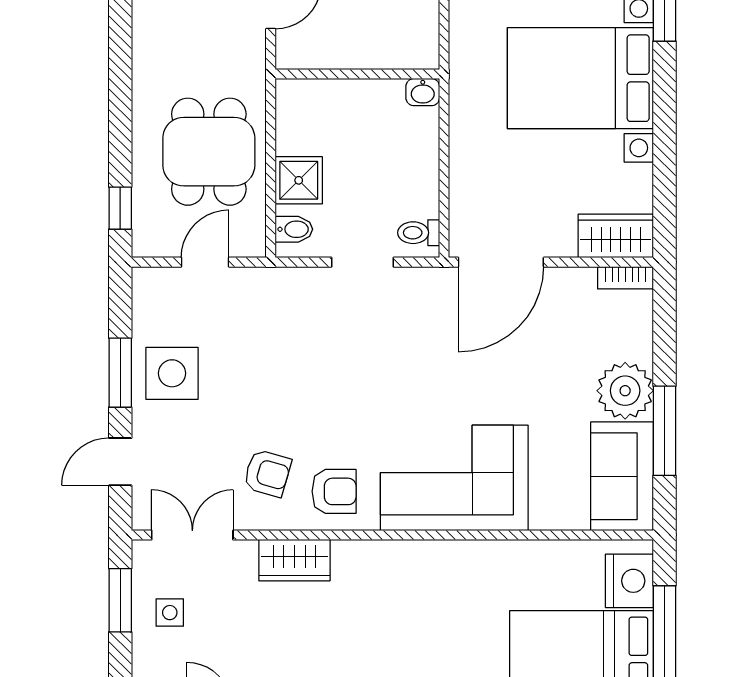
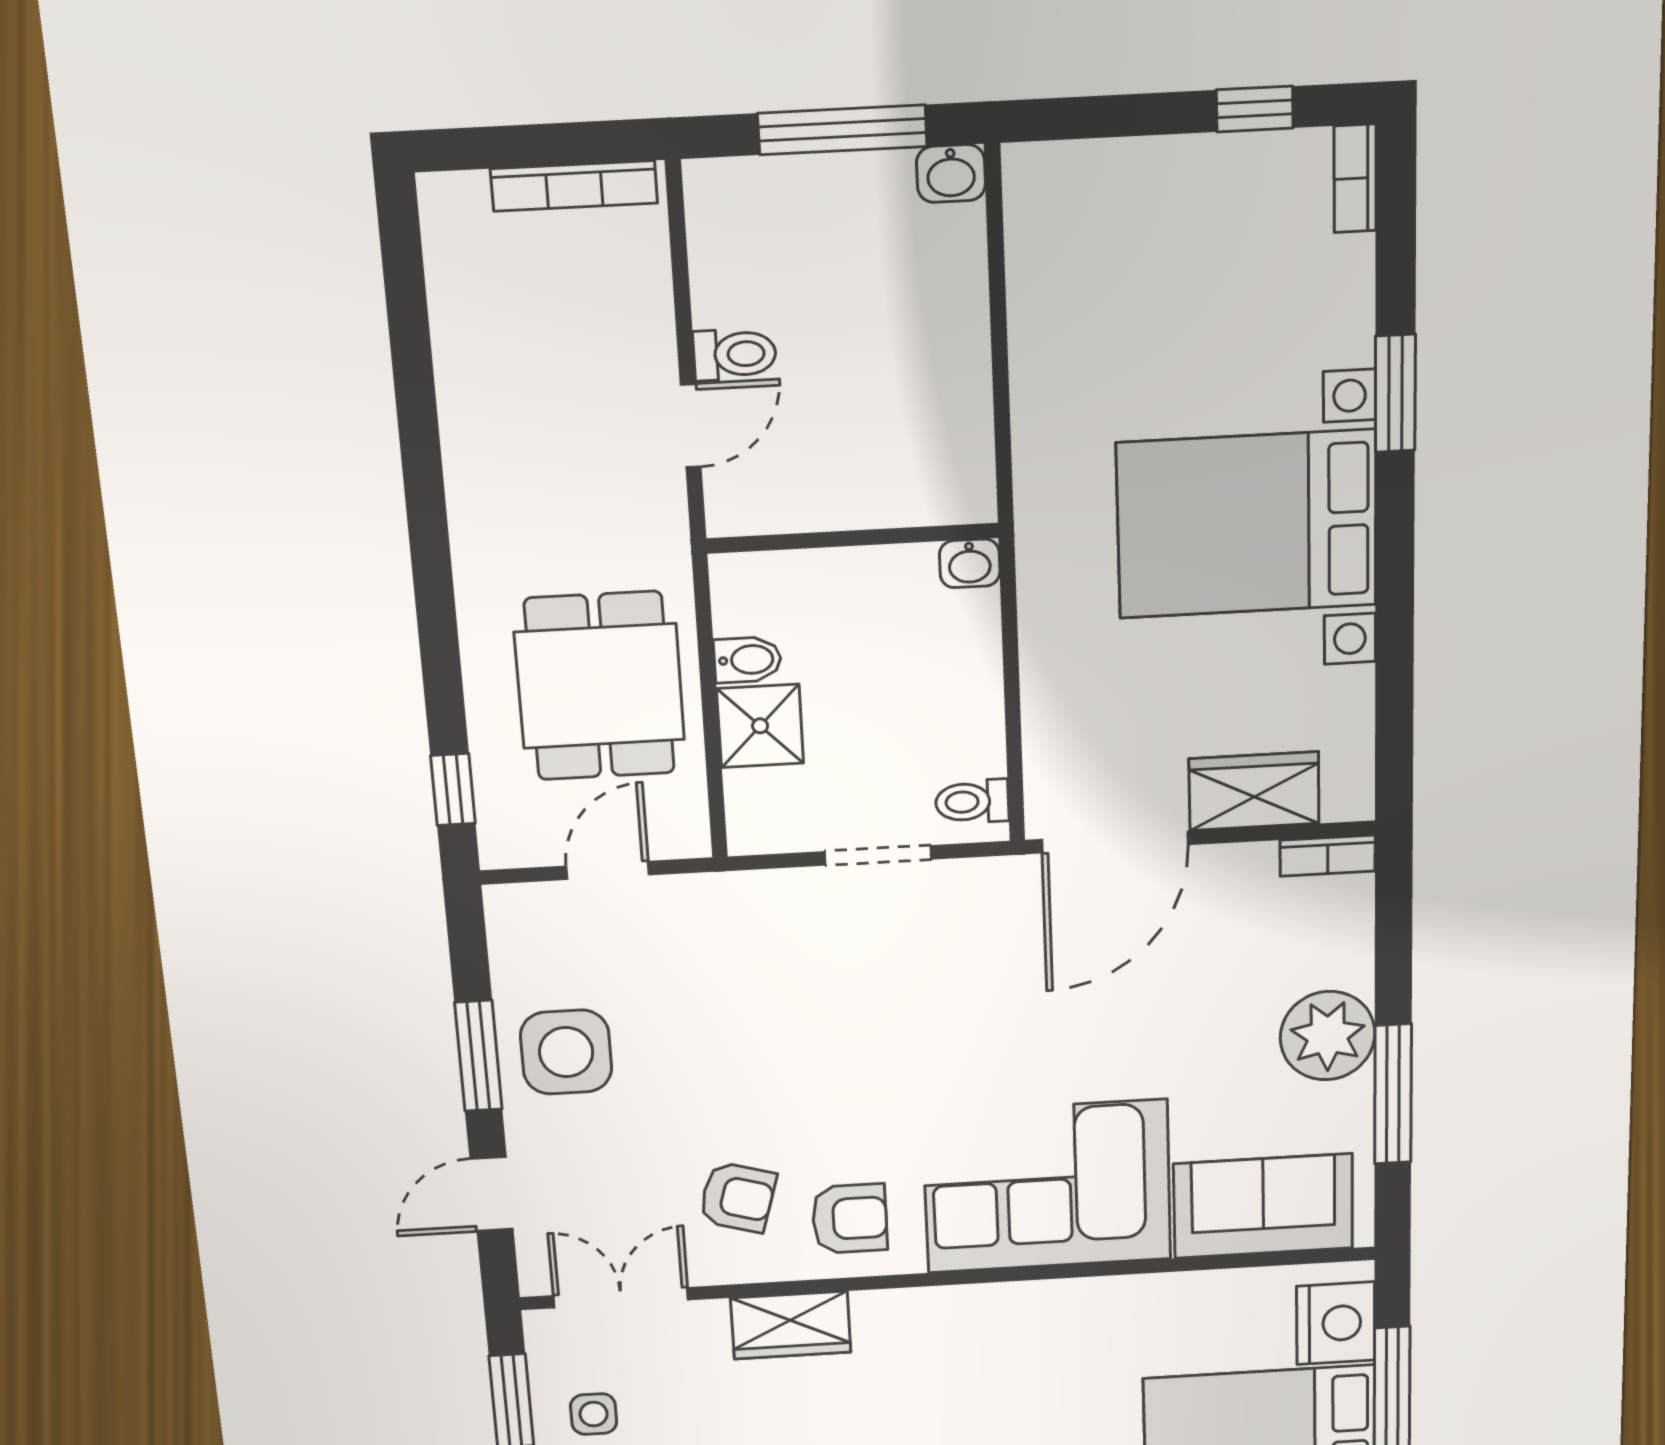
bidet: (294, 229) -> (748, 660), moved
wardrobe: (616, 236) -> (1254, 791), moved
sofa: (622, 476) -> (1263, 1206), moved, turned 90

